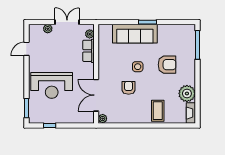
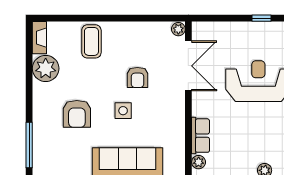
armchair: (167, 65) -> (77, 114), turned -90

